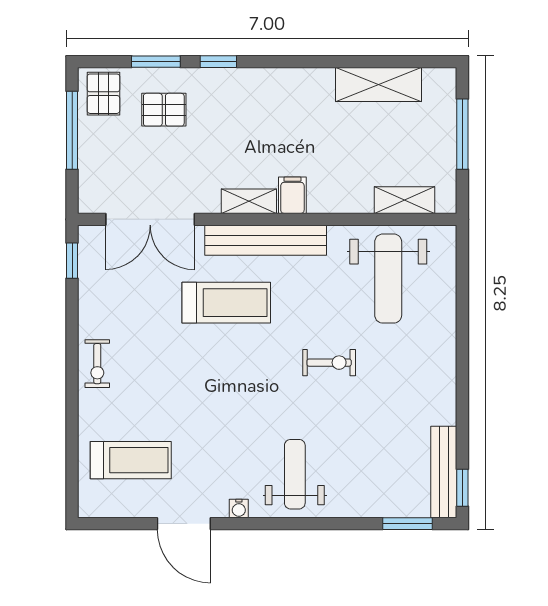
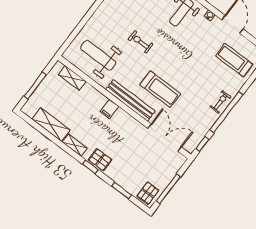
window: (218, 62) -> (90, 167), moved
pallet: (164, 110) -> (100, 160), moved
shelving: (249, 201) -> (75, 145), moved
weight bench: (388, 279) -> (98, 55), turned -90
treadmill: (226, 303) -> (160, 89), turned 180
window: (72, 353) -> (226, 112), added

